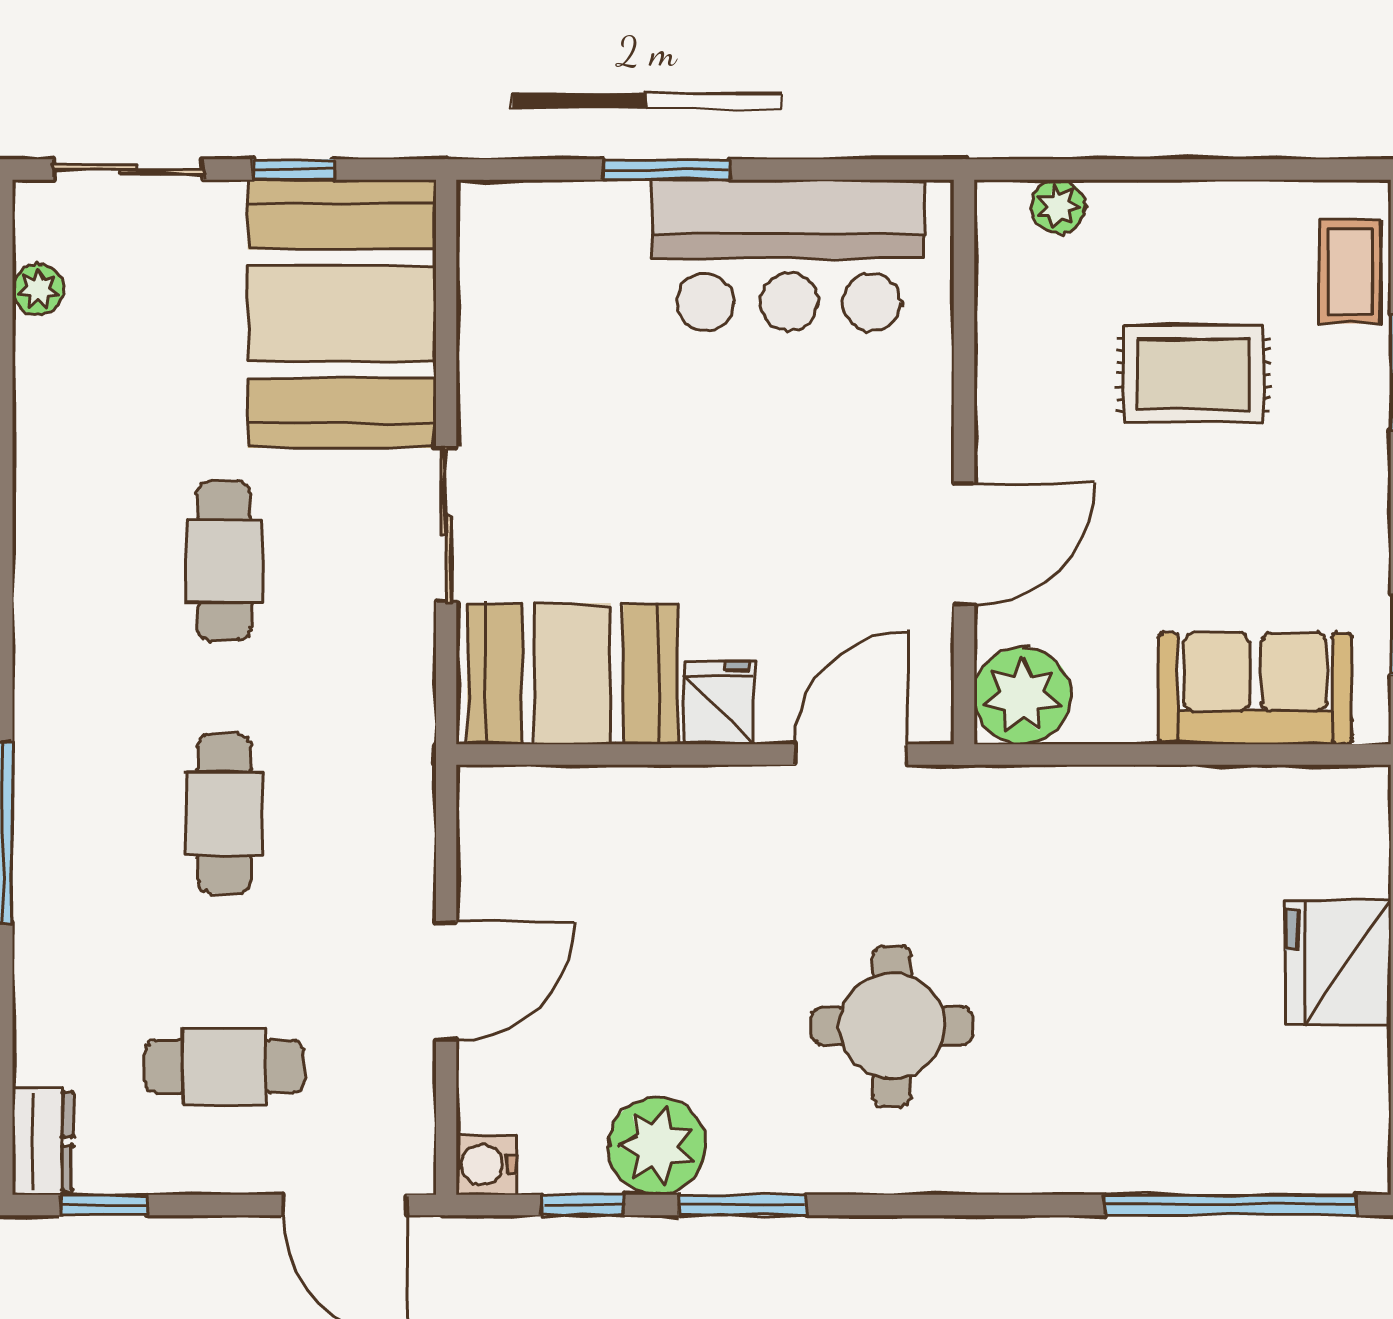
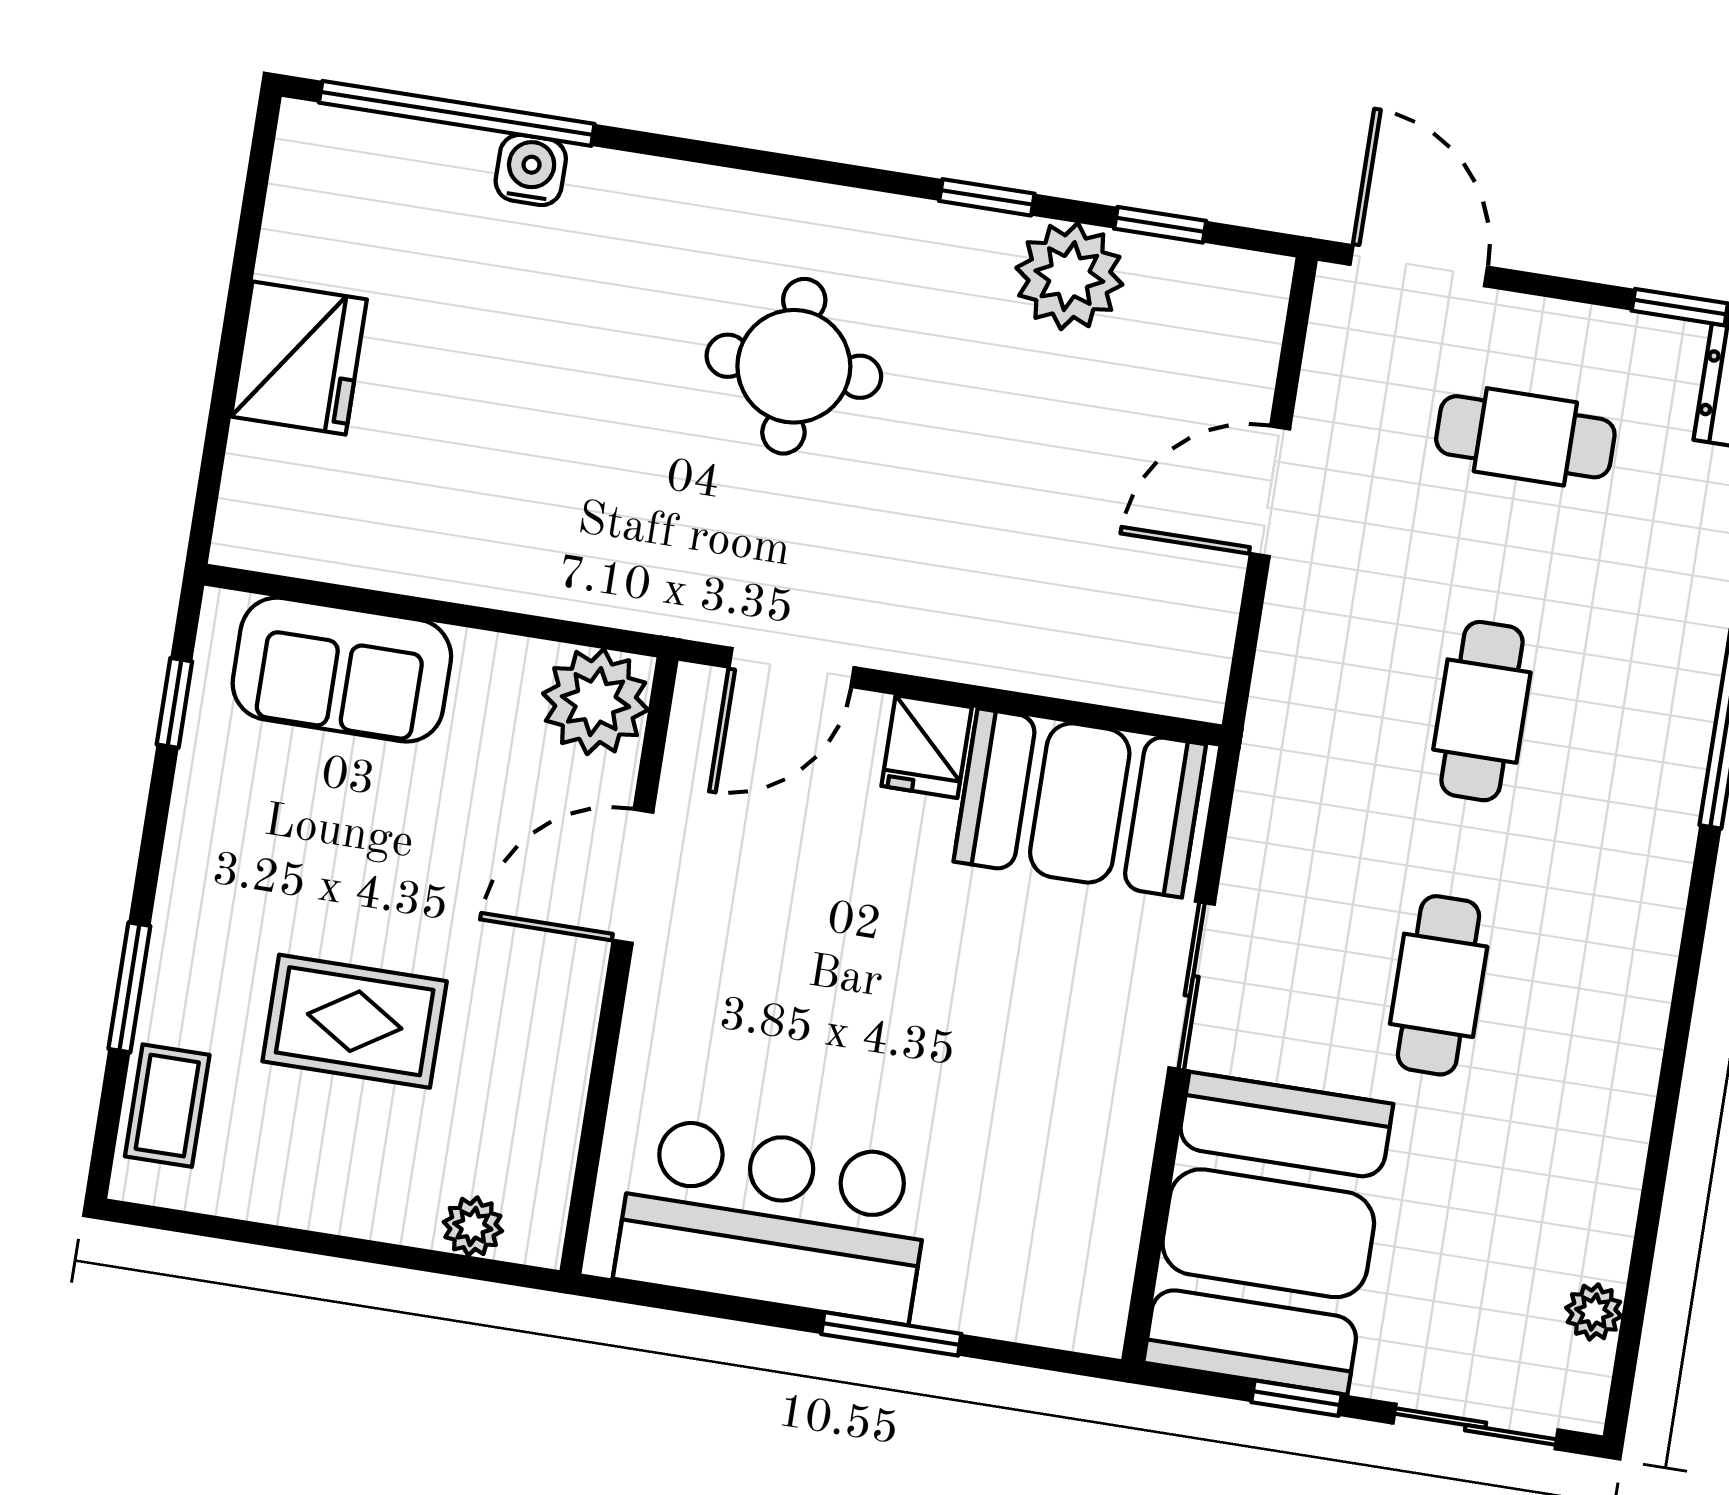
water cooler: (486, 1165) -> (531, 170), moved, turned -90
window: (743, 1205) -> (987, 197), width x0.67

